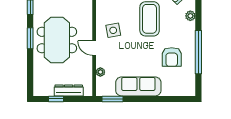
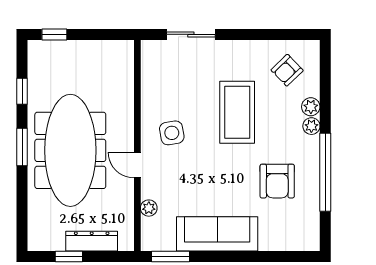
plant: (191, 27) -> (311, 126), added
meeting table: (57, 40) -> (70, 150), width x1.36

